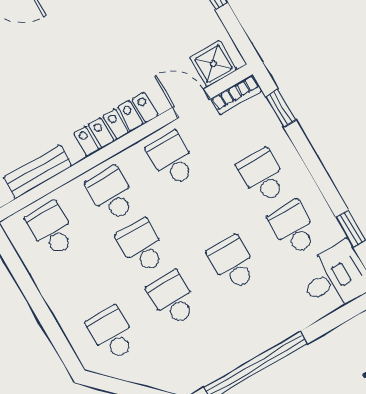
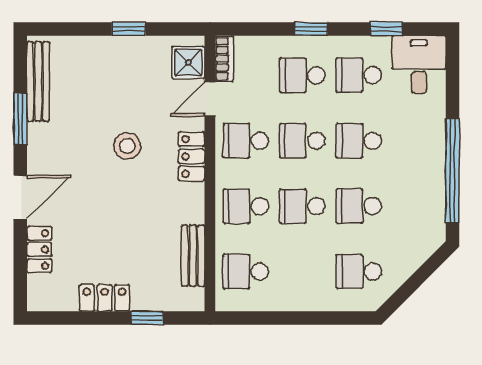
stool: (104, 52) -> (127, 146), added
window: (281, 108) -> (311, 29), moved
locker: (116, 124) -> (191, 156), width x0.66
school desk: (202, 211) -> (302, 141), added

